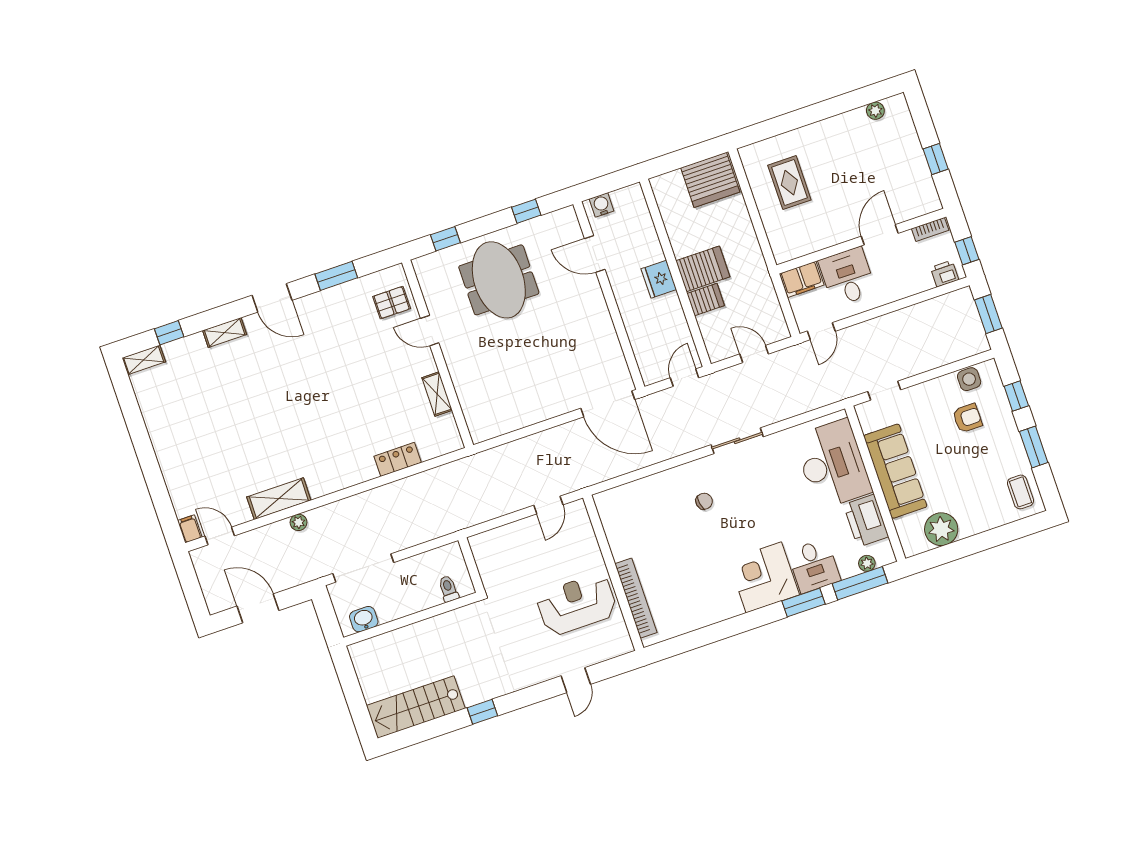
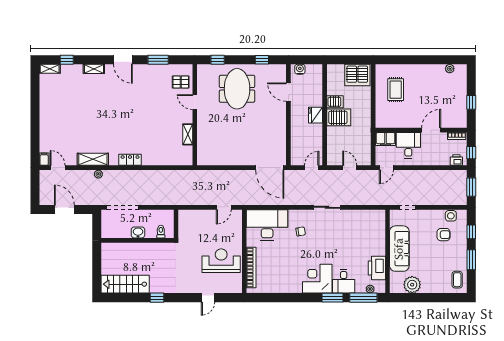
server rack: (706, 300) -> (335, 102), moved
locker: (398, 459) -> (130, 160), moved
desk: (833, 464) -> (267, 225), moved, turned -90
washbasin: (364, 619) -> (138, 232), moved

